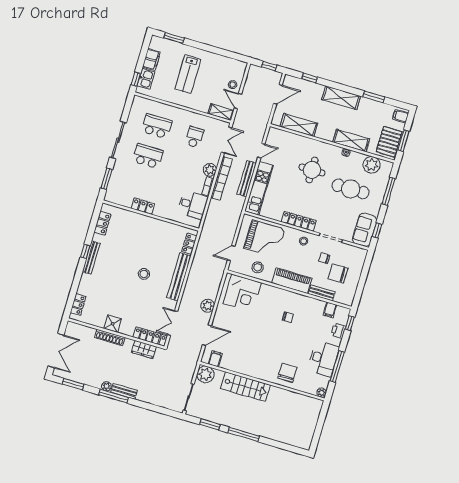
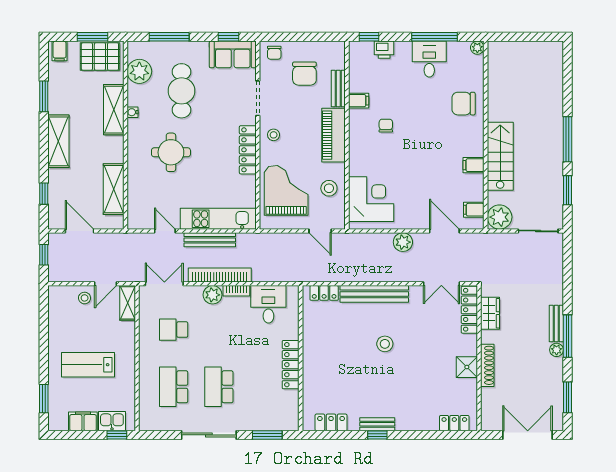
lab bench: (188, 74) -> (88, 365), turned 180
locker: (143, 206) -> (291, 365), width x1.53
bench: (91, 258) -> (377, 424), width x0.73
chair: (324, 258) -> (274, 53), moved
filing cabinet: (330, 310) -> (359, 101), moved
desk: (323, 359) -> (429, 59), width x0.73
filing cabinet: (245, 367) -> (474, 165), added

